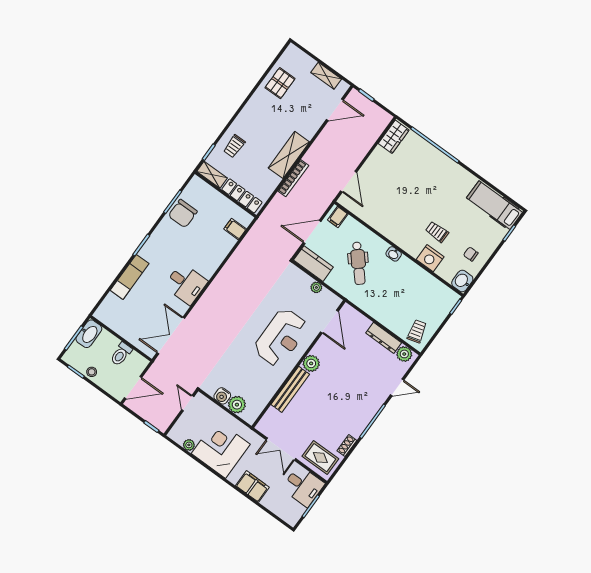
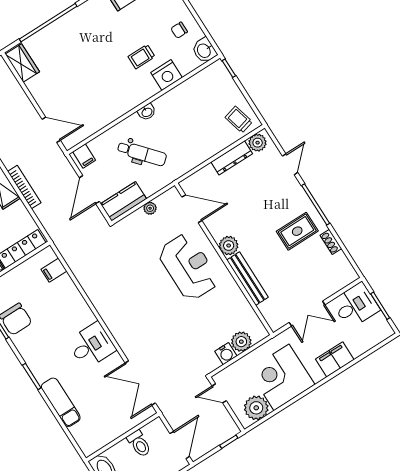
plant: (189, 445) -> (256, 408), width x1.87, depth x1.87
rug: (320, 458) -> (297, 231), moved

